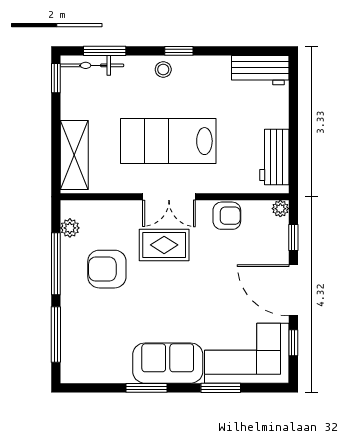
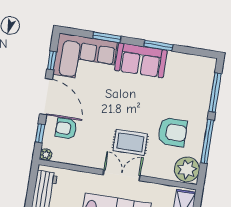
armchair: (227, 216) -> (66, 129), moved
plant: (70, 228) -> (187, 169), width x1.88, depth x1.88

